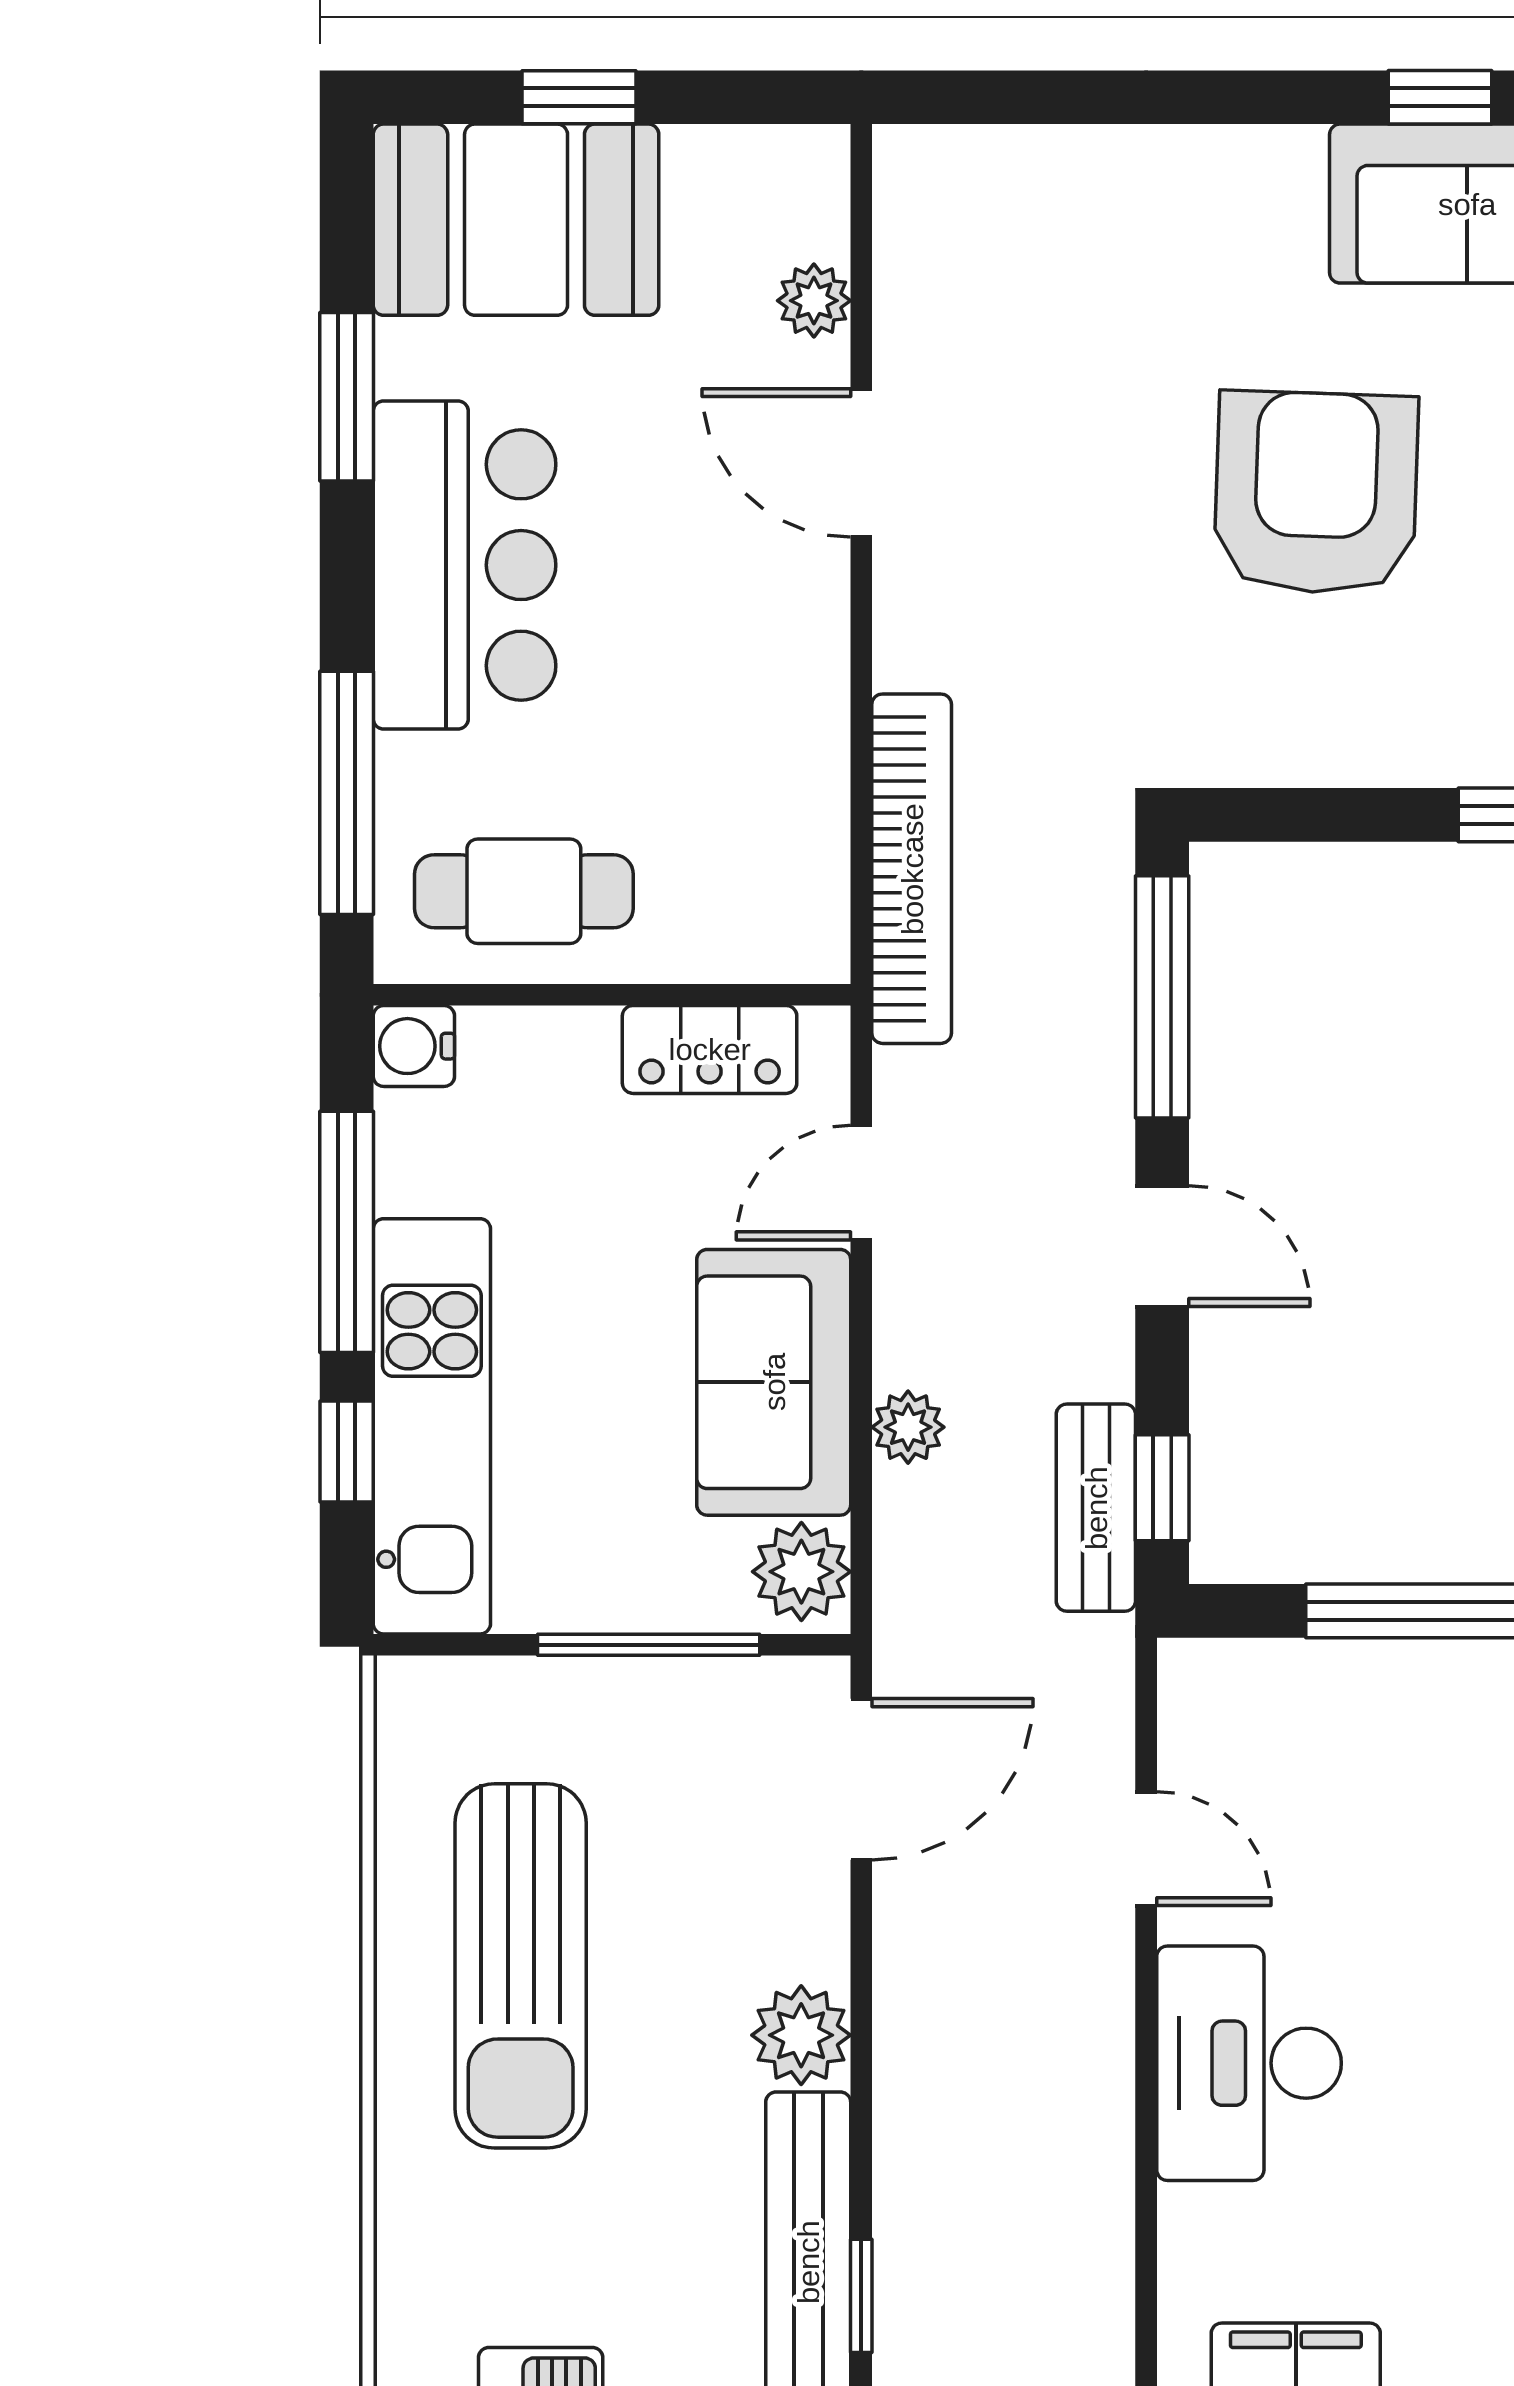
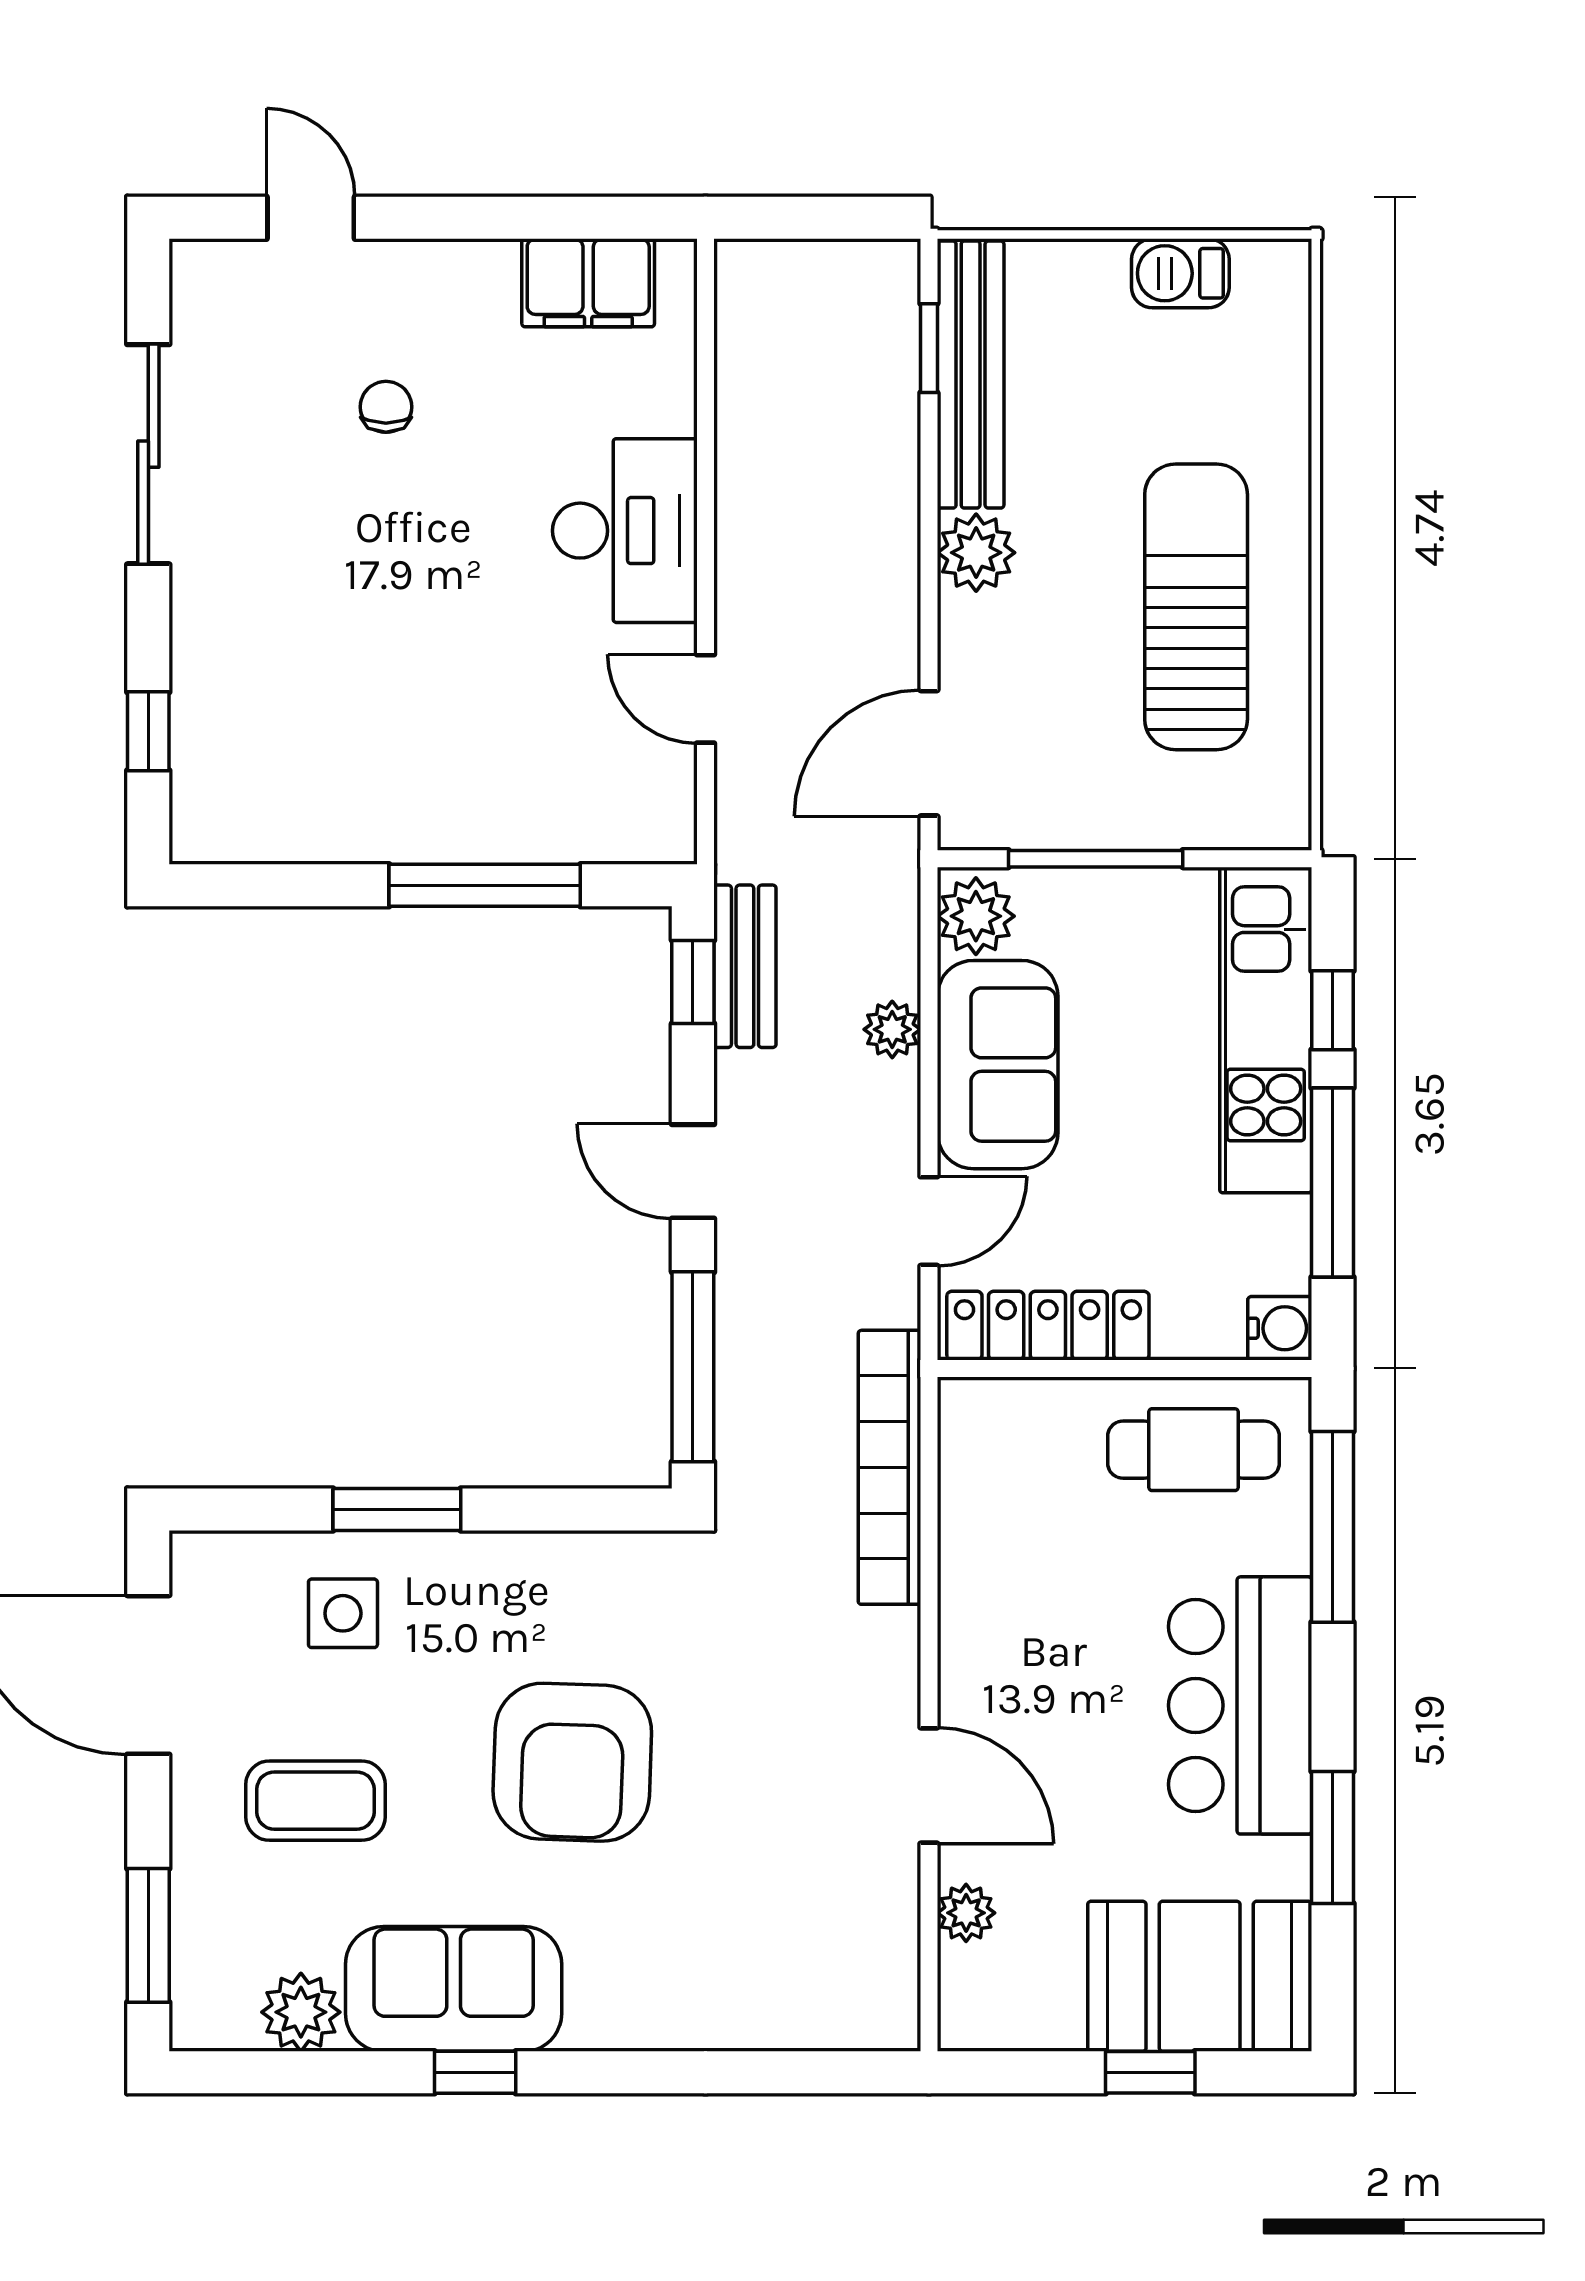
locker: (710, 1049) -> (1048, 1326), width x1.53

